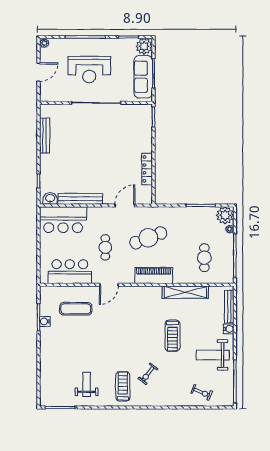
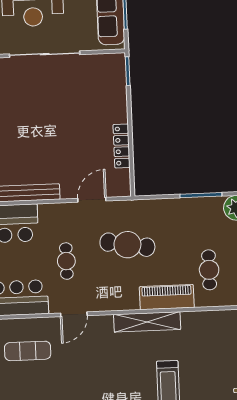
cafe table: (148, 238) -> (127, 245), turned 31
piano: (154, 275) -> (167, 297), moved
shelving: (185, 292) -> (147, 322), moved

